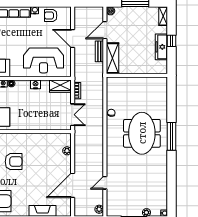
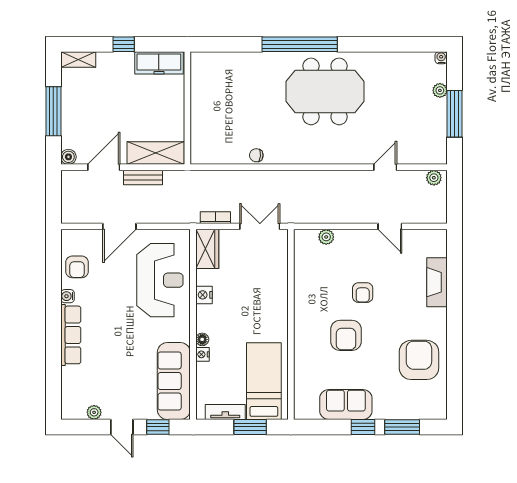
door: (105, 30) -> (104, 167), swing flipped
freezer: (161, 47) -> (159, 63), moved
meeting table: (142, 133) -> (325, 91), moved
window: (172, 136) -> (300, 44), width x1.46
armchair: (14, 162) -> (346, 335), turned 180
armchair: (37, 171) -> (363, 293), added
door: (105, 183) -> (385, 167), swing flipped
door: (73, 185) -> (390, 226), width x0.53

